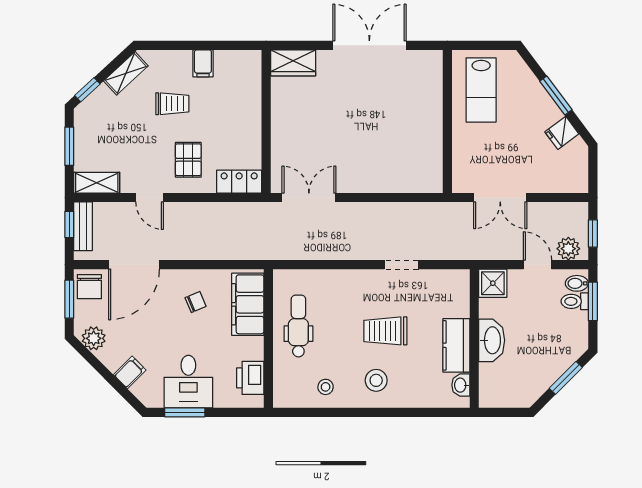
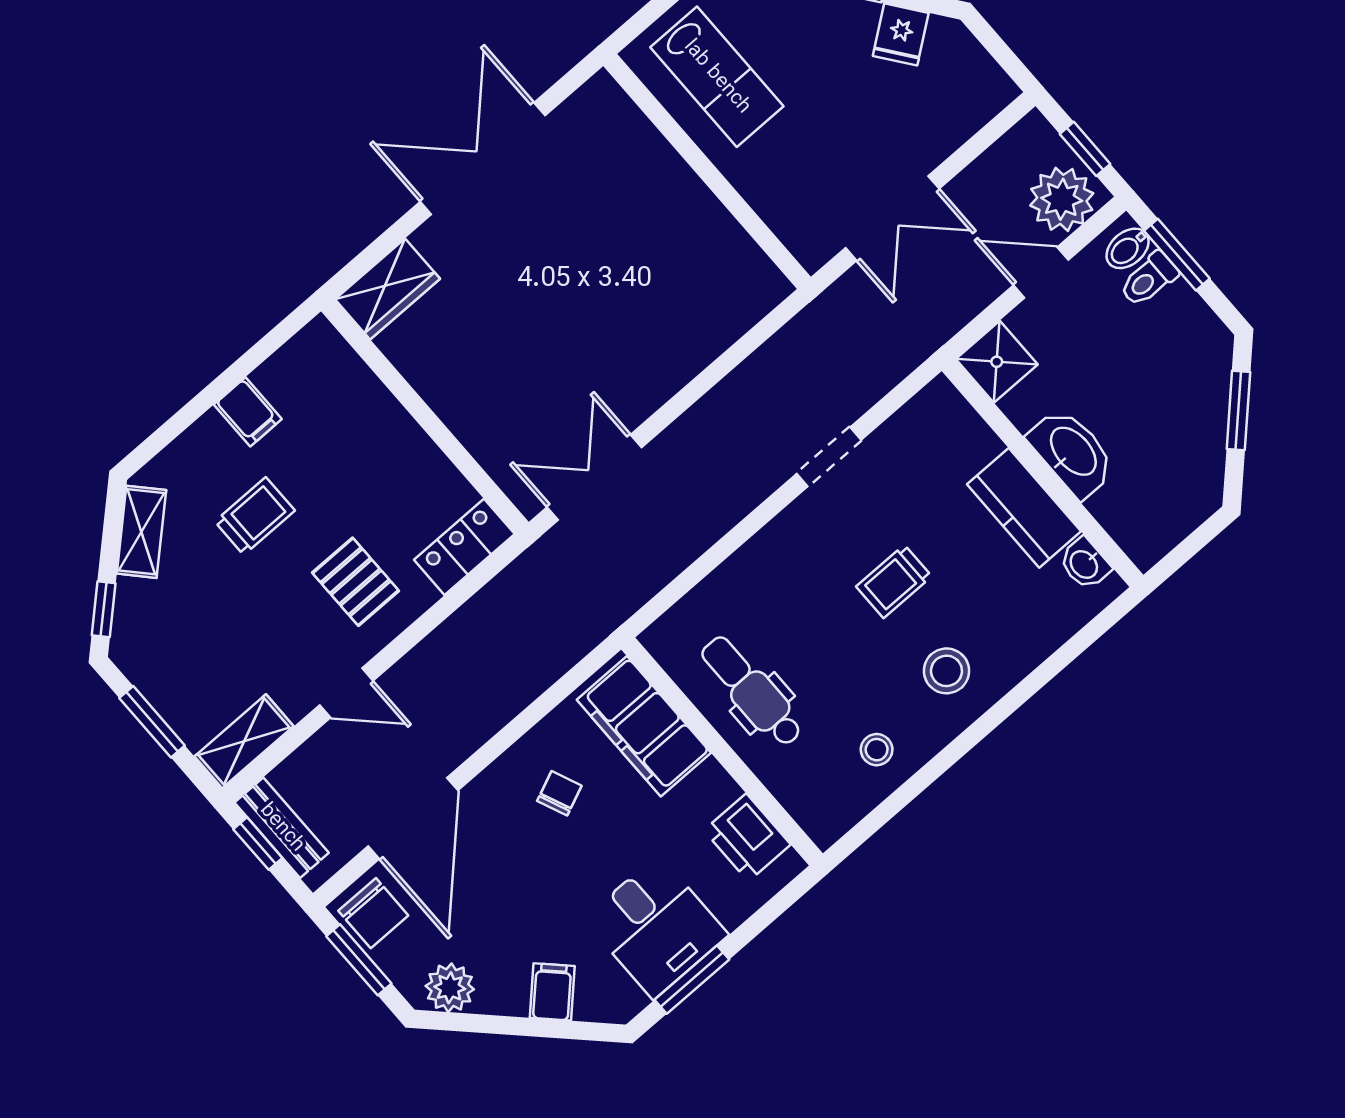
plant: (568, 249) -> (1062, 199), width x1.36, depth x1.36
trolley: (385, 331) -> (894, 581), width x0.73, depth x0.72

